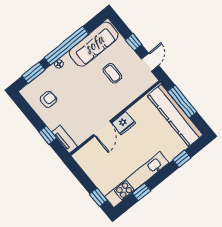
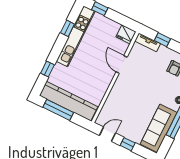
door: (150, 62) -> (107, 134), swing flipped
coffee table: (112, 73) -> (133, 112), removed
window: (182, 102) -> (58, 110), moved
fridge: (124, 123) -> (126, 34), moved, turned -90

